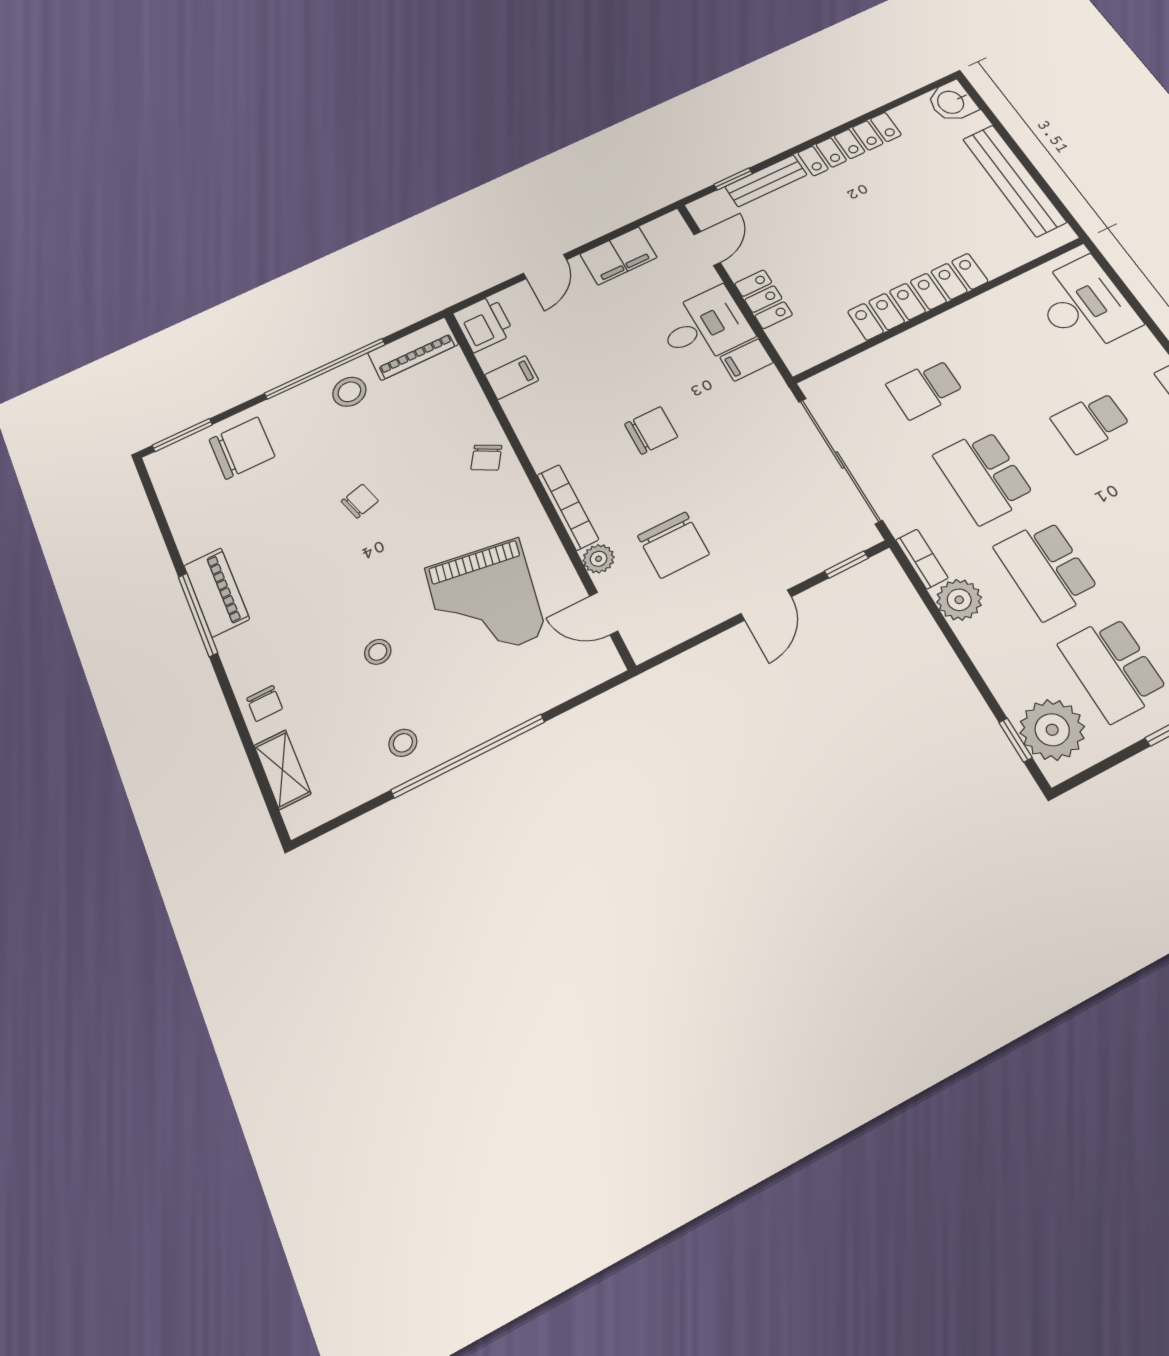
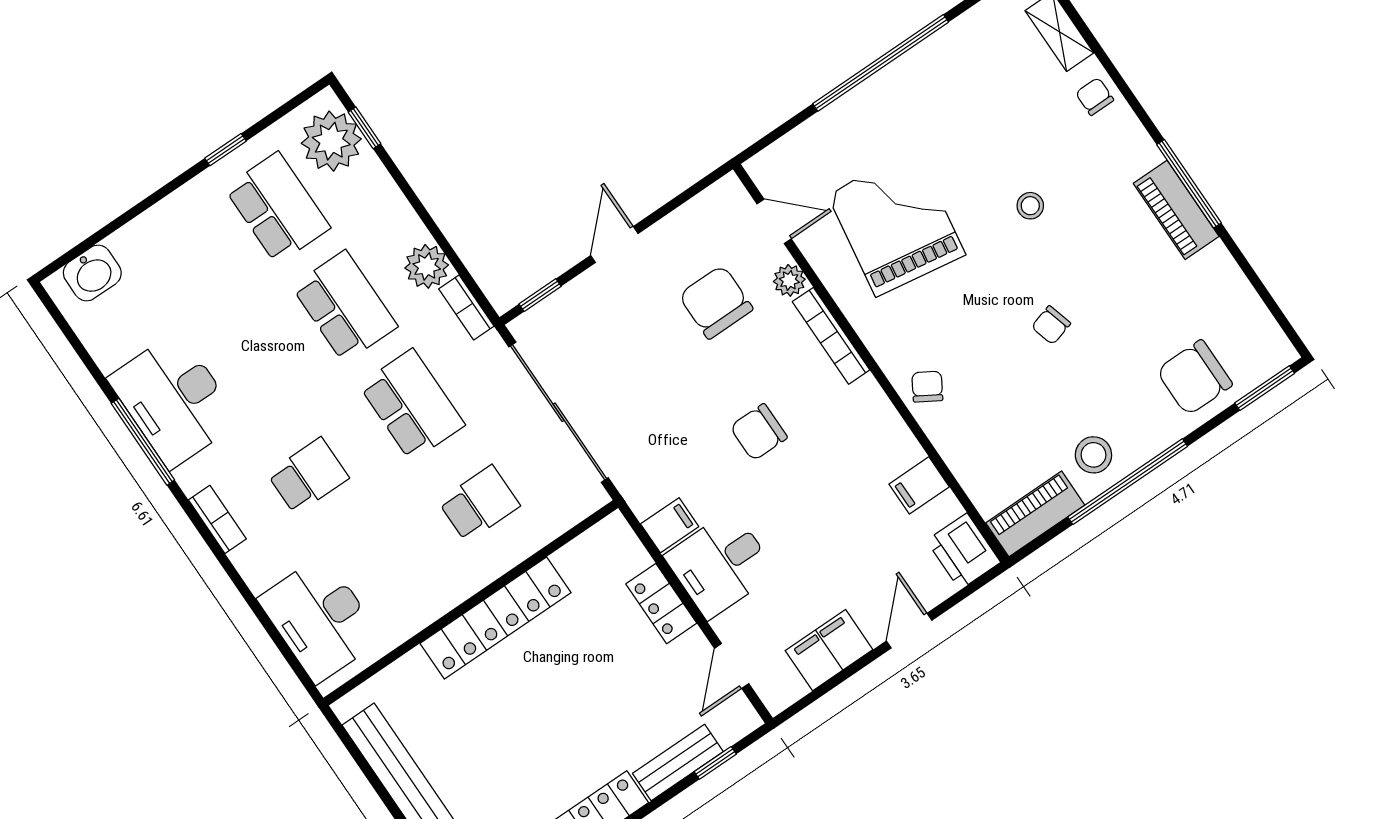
stool: (378, 652) -> (1030, 206), moved
stool: (403, 743) -> (947, 70), removed

